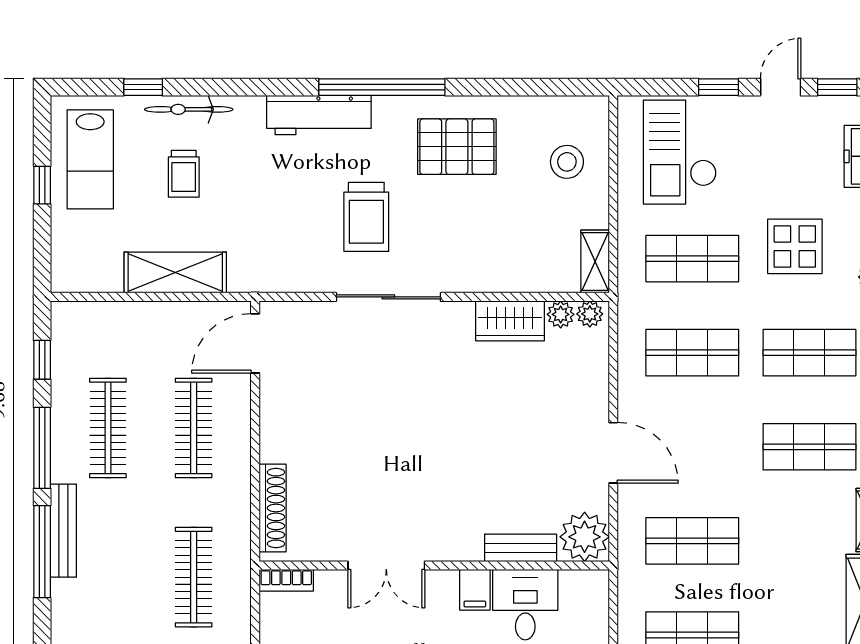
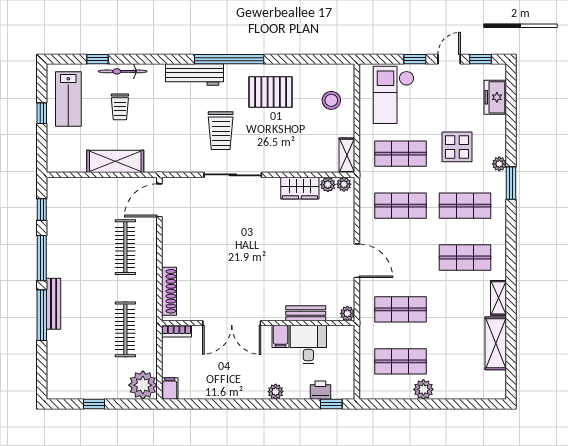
clothes rail: (108, 428) -> (78, 247), removed
plant: (585, 537) -> (347, 314), width x0.53, depth x0.53
double door: (386, 565) -> (232, 323), width x1.37

